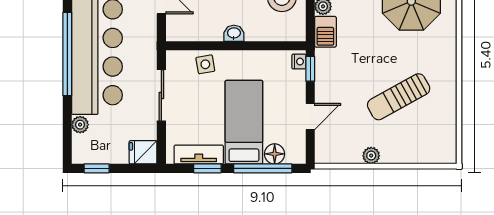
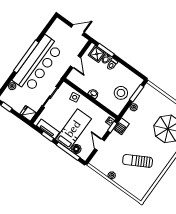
barbecue: (325, 32) -> (121, 126), moved
door: (310, 117) -> (100, 145), swing flipped

